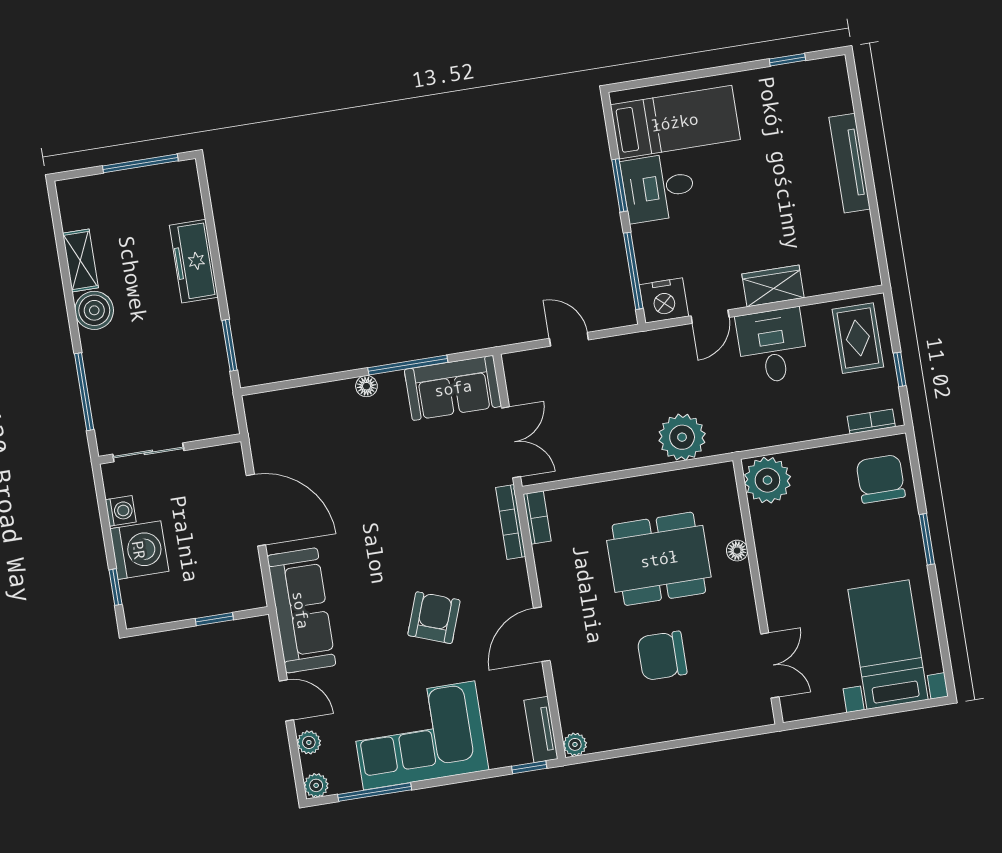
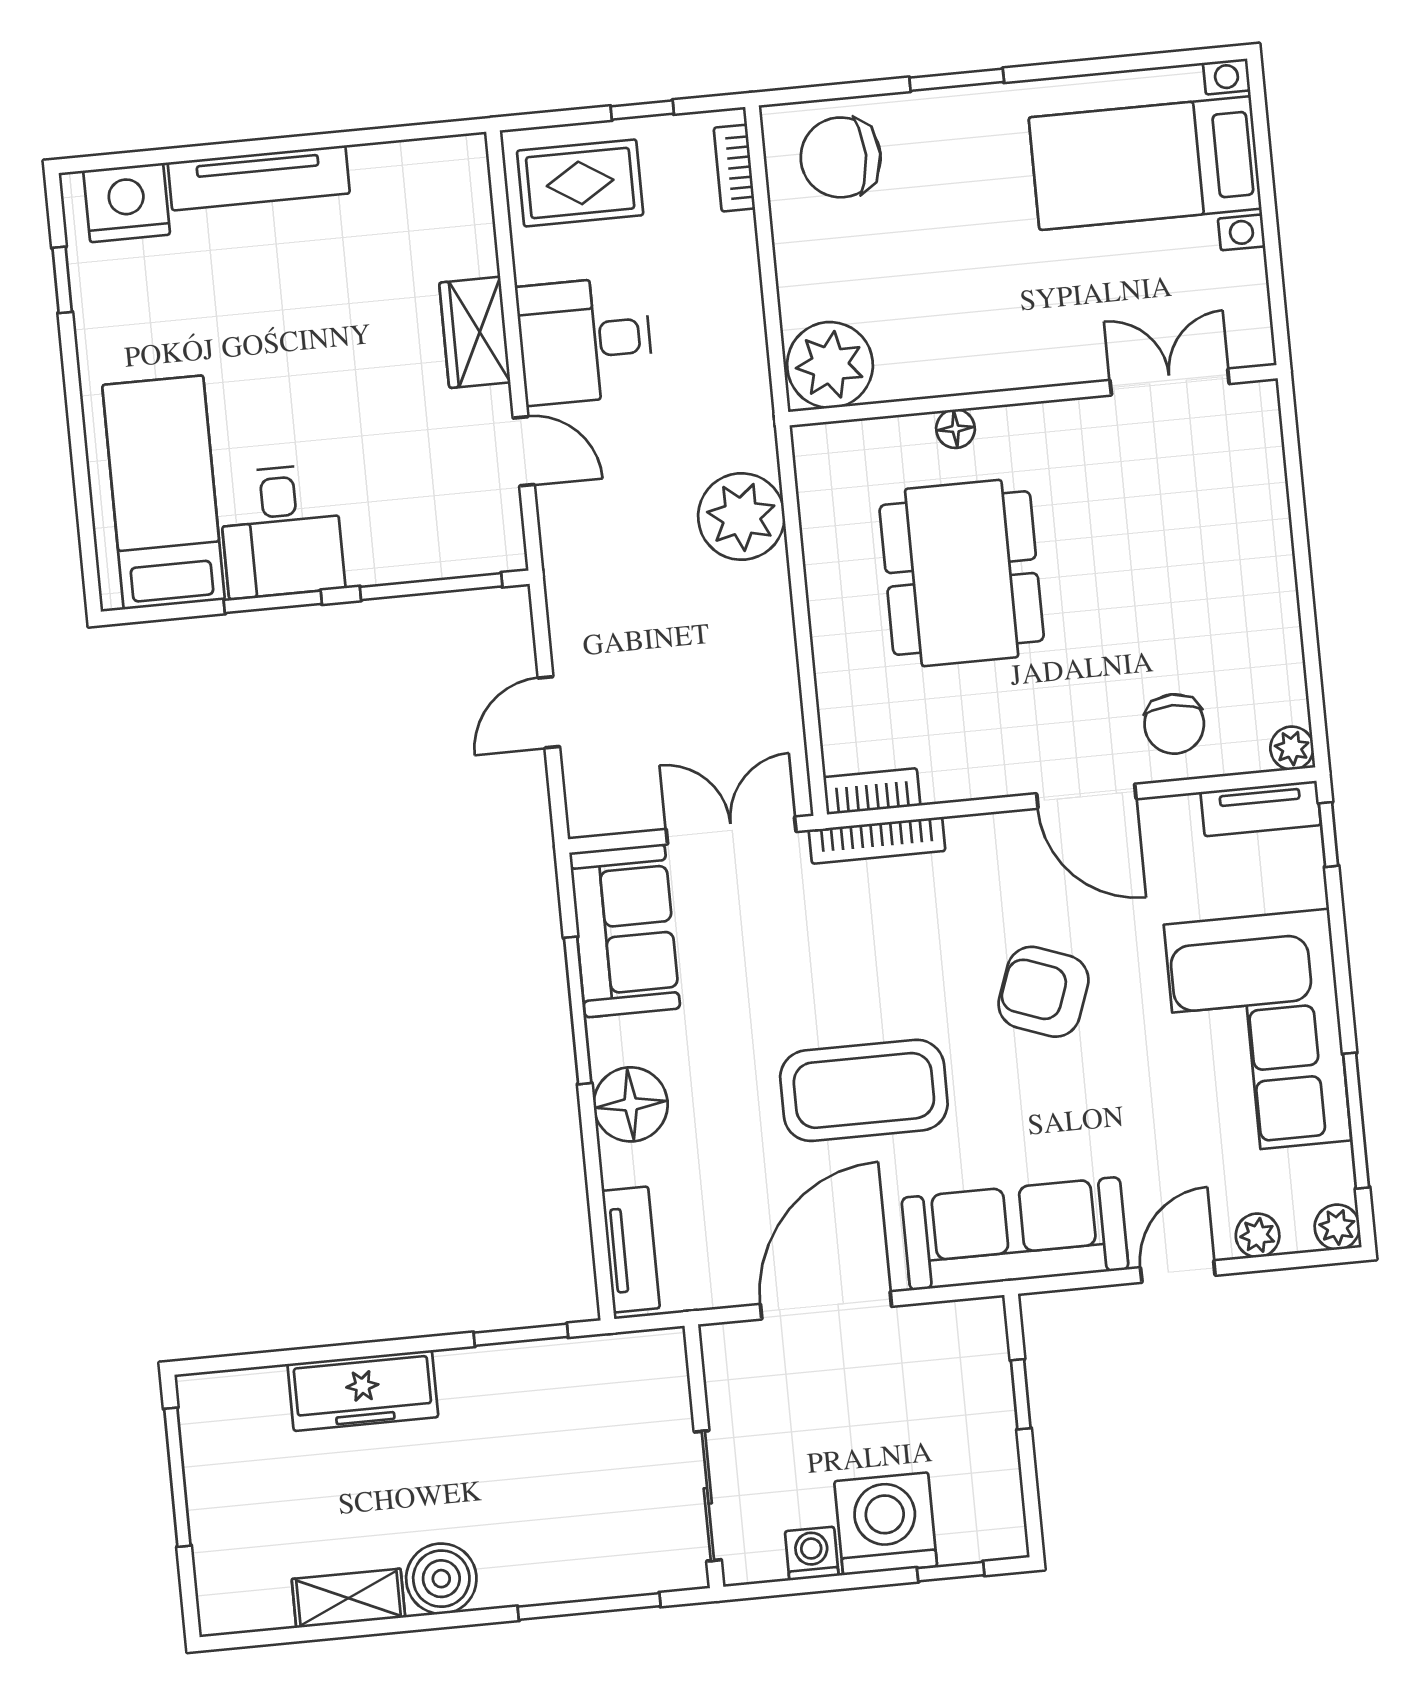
nightstand: (664, 300) -> (127, 203), moved, turned -90
floor lamp: (366, 386) -> (631, 1104), width x1.89, depth x1.89
tv unit: (280, 402) -> (631, 1250), added
coffee table: (374, 523) -> (864, 1090), added
chair: (662, 656) -> (1174, 724), moved, width x0.73, depth x0.73

